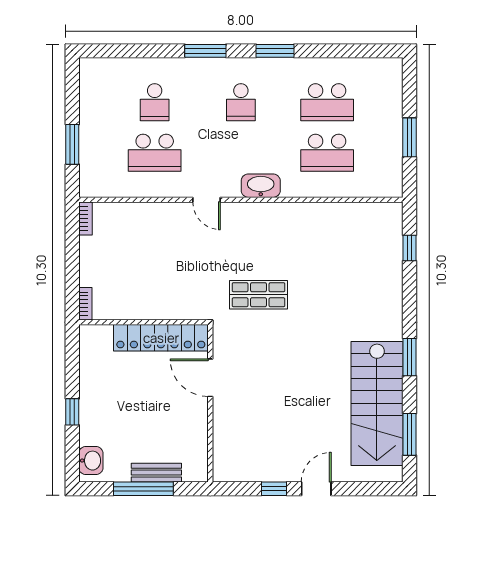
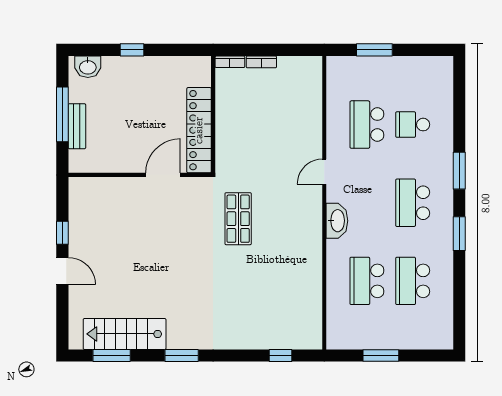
school desk: (241, 102) -> (413, 203), width x1.85
bookcase: (86, 219) -> (261, 62), moved
stairs: (377, 403) -> (125, 334), width x0.73, depth x0.66

